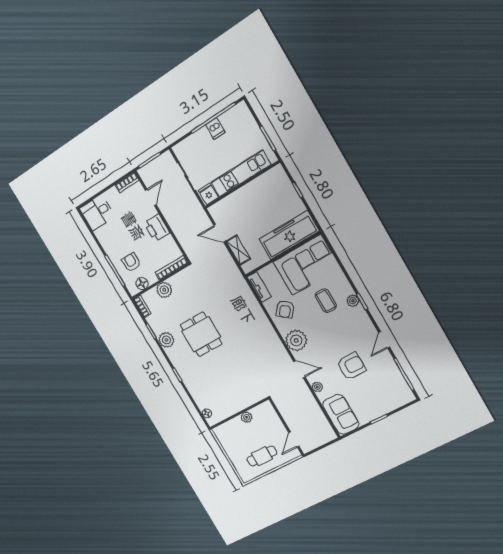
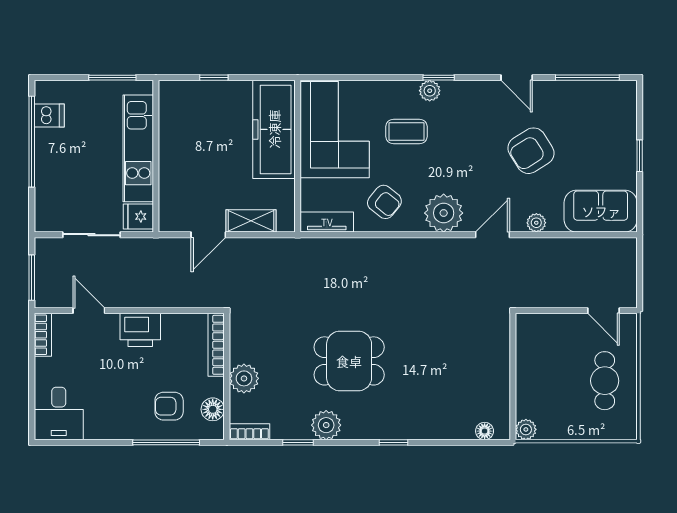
dishwasher: (215, 129) -> (49, 115), moved
armchair: (351, 366) -> (531, 151), turned -122
plant: (247, 417) -> (526, 429), moved

